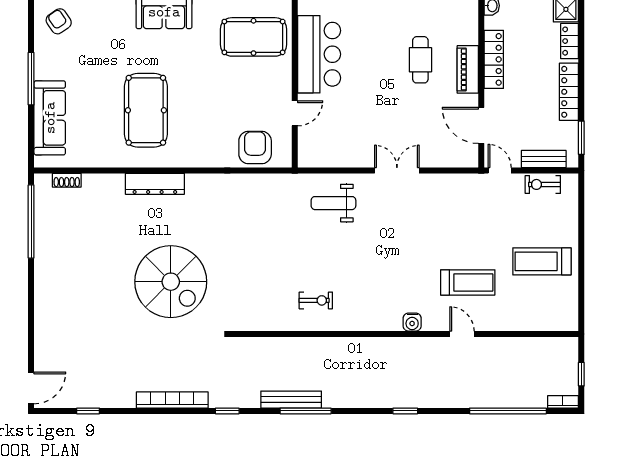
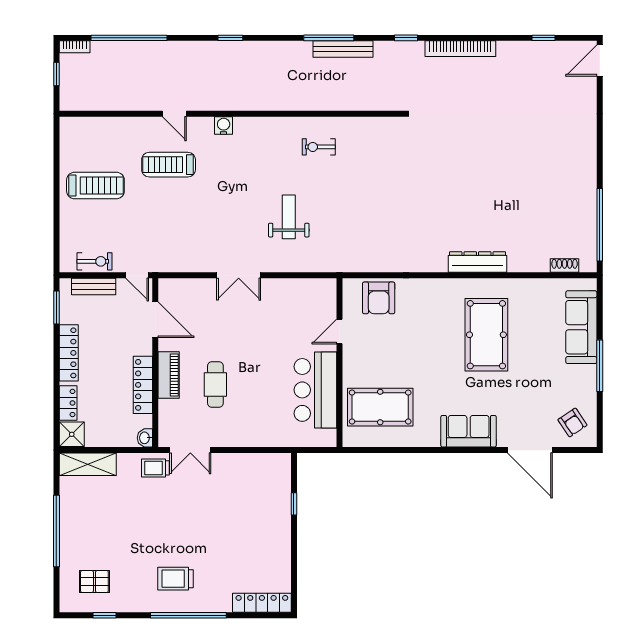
weight bench: (333, 203) -> (289, 217), moved, turned -90
spiral stairs: (171, 282) -> (462, 165), removed

